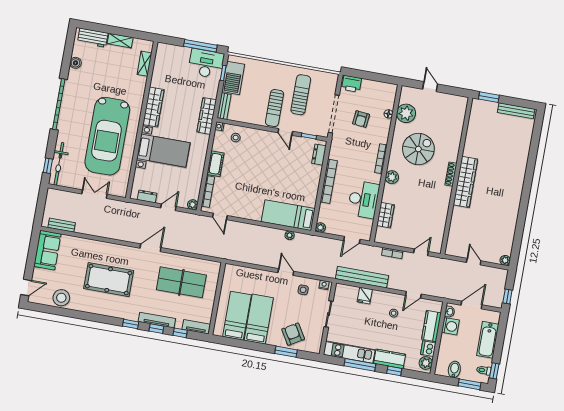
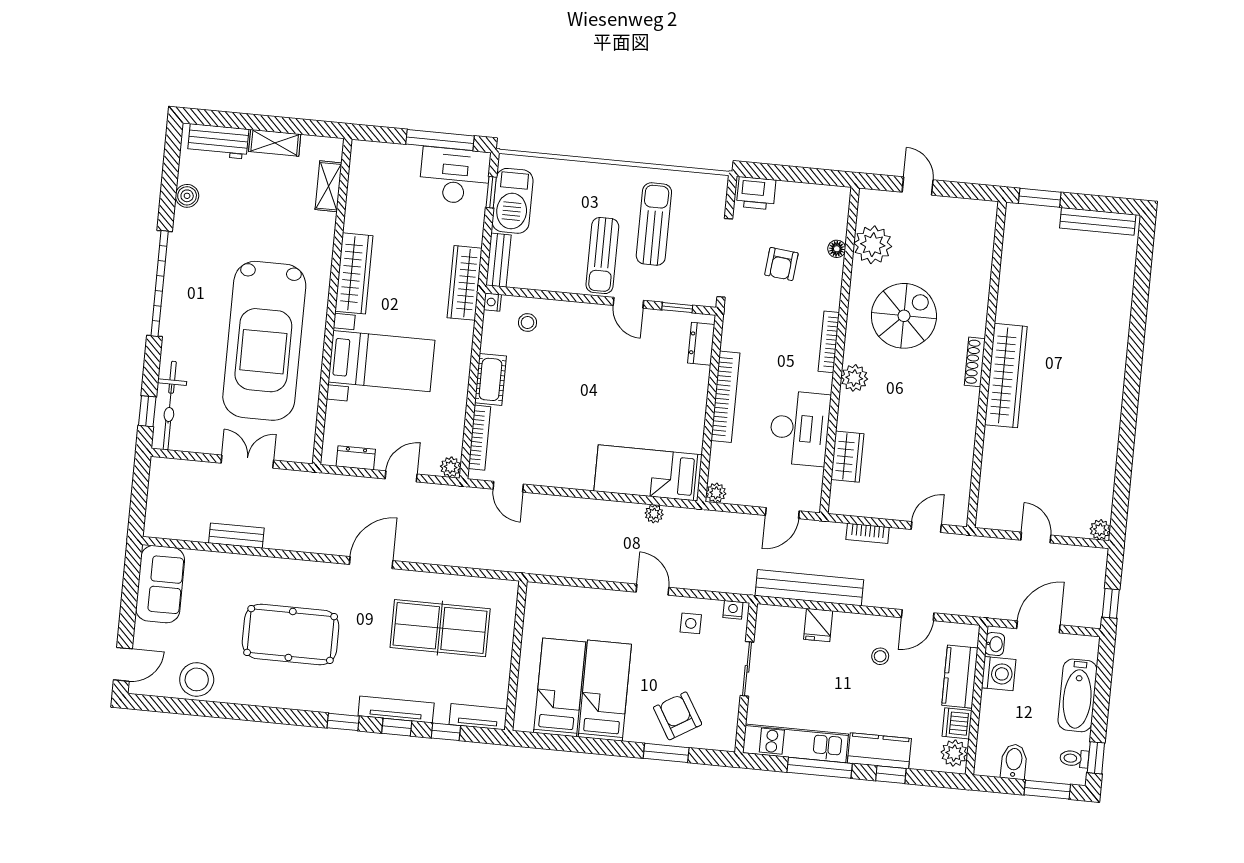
bench: (62, 225) -> (236, 536), moved

